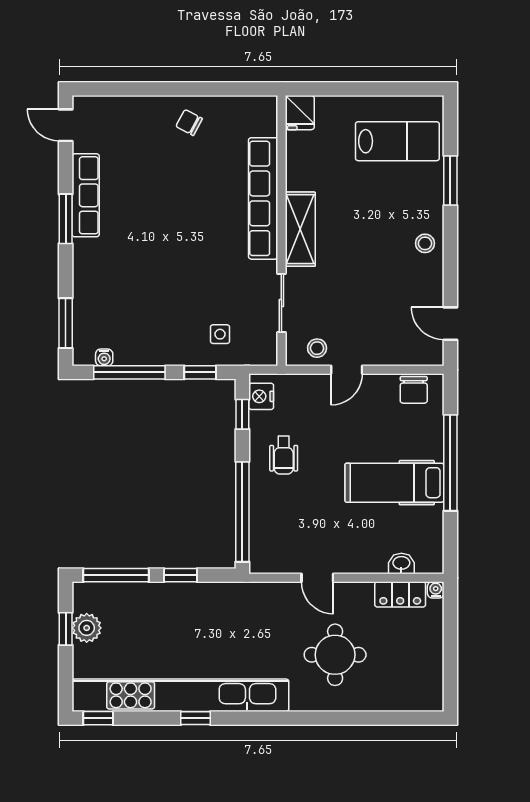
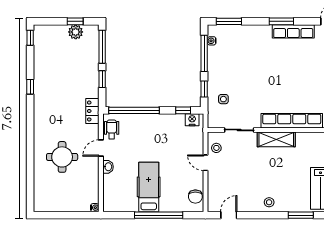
chair: (414, 390) -> (195, 197), turned -90
wheelchair: (284, 455) -> (112, 129), moved, turned 90
washbasin: (401, 563) -> (108, 167), moved
locker: (400, 594) -> (92, 111), moved
kitchen unit: (180, 695) -> (42, 79), removed

